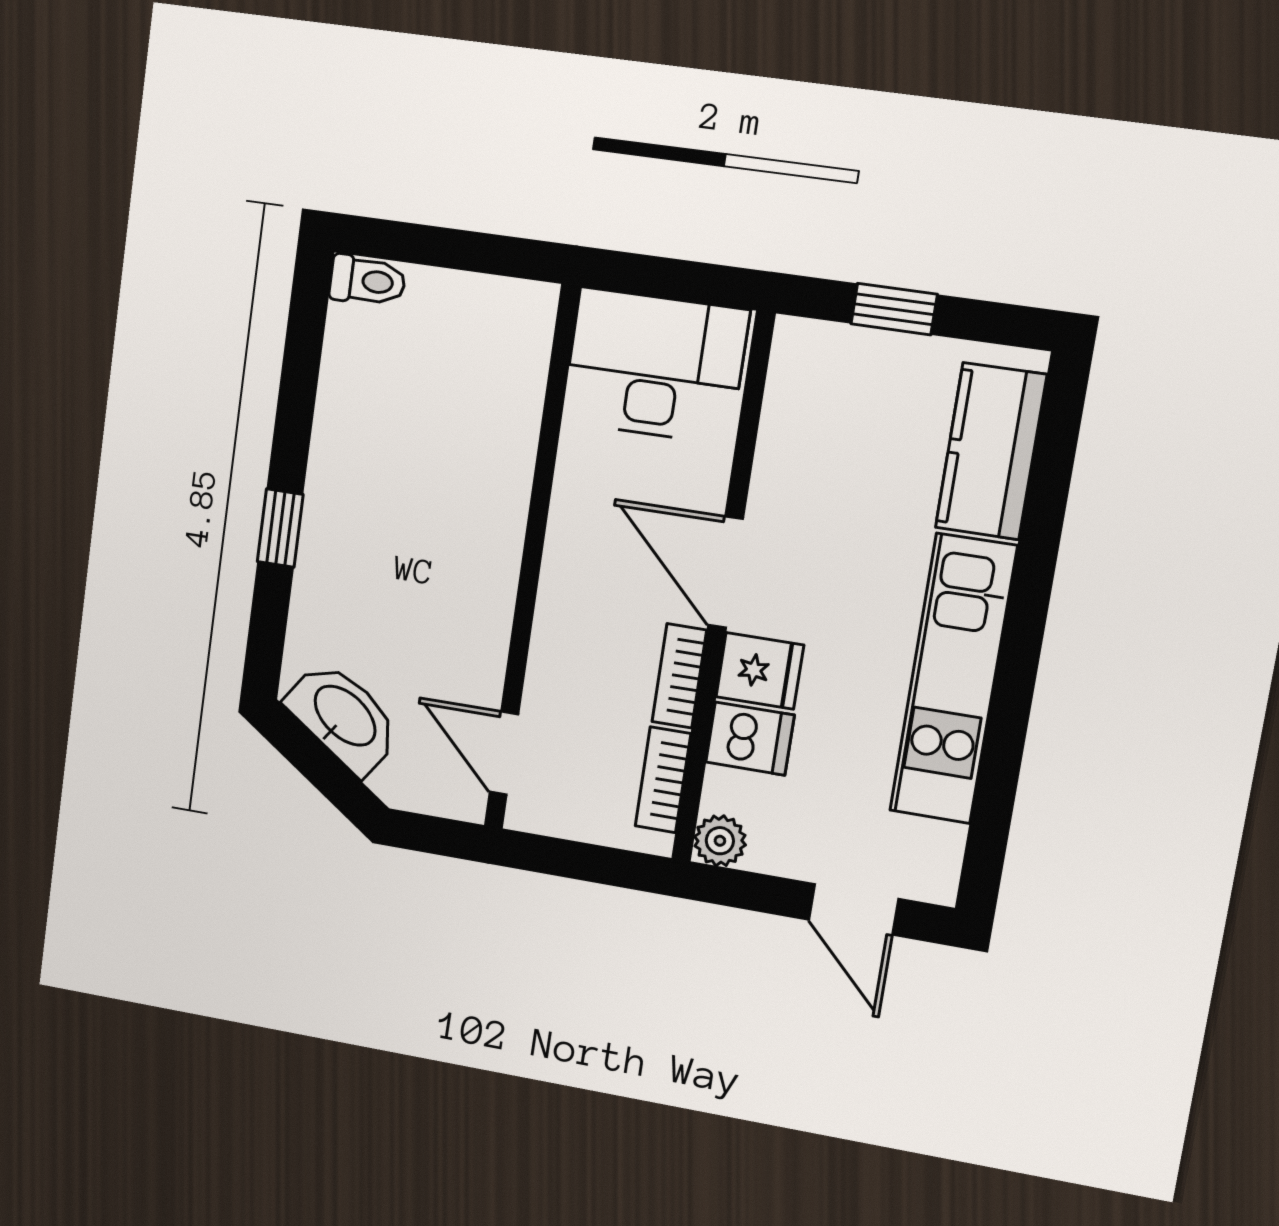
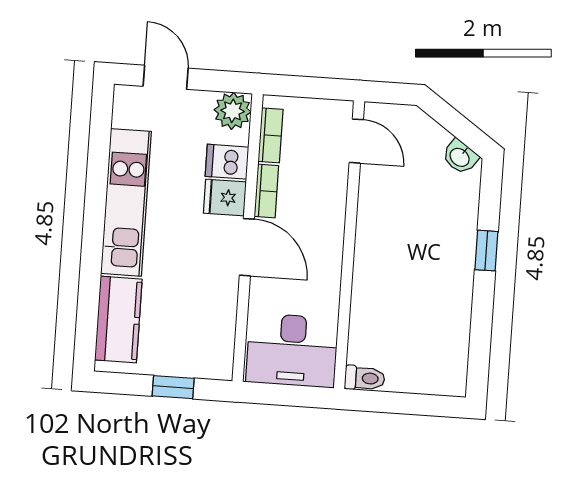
toilet: (367, 281) -> (365, 378), moved, turned 180
washbasin: (344, 717) -> (460, 157), width x0.52, depth x0.69
plant: (720, 841) -> (233, 111), width x1.38, depth x1.38

